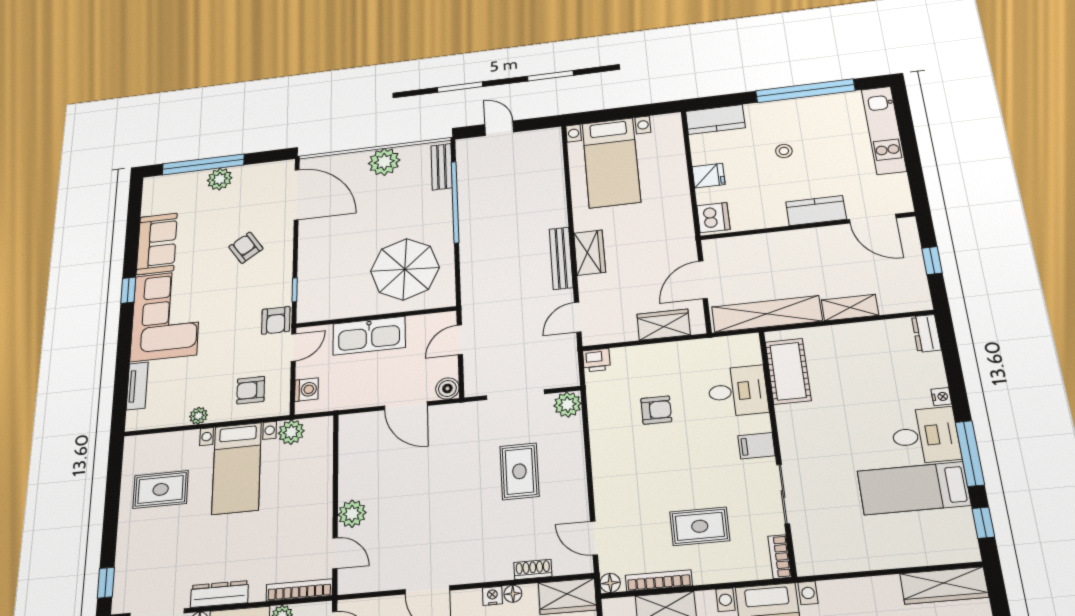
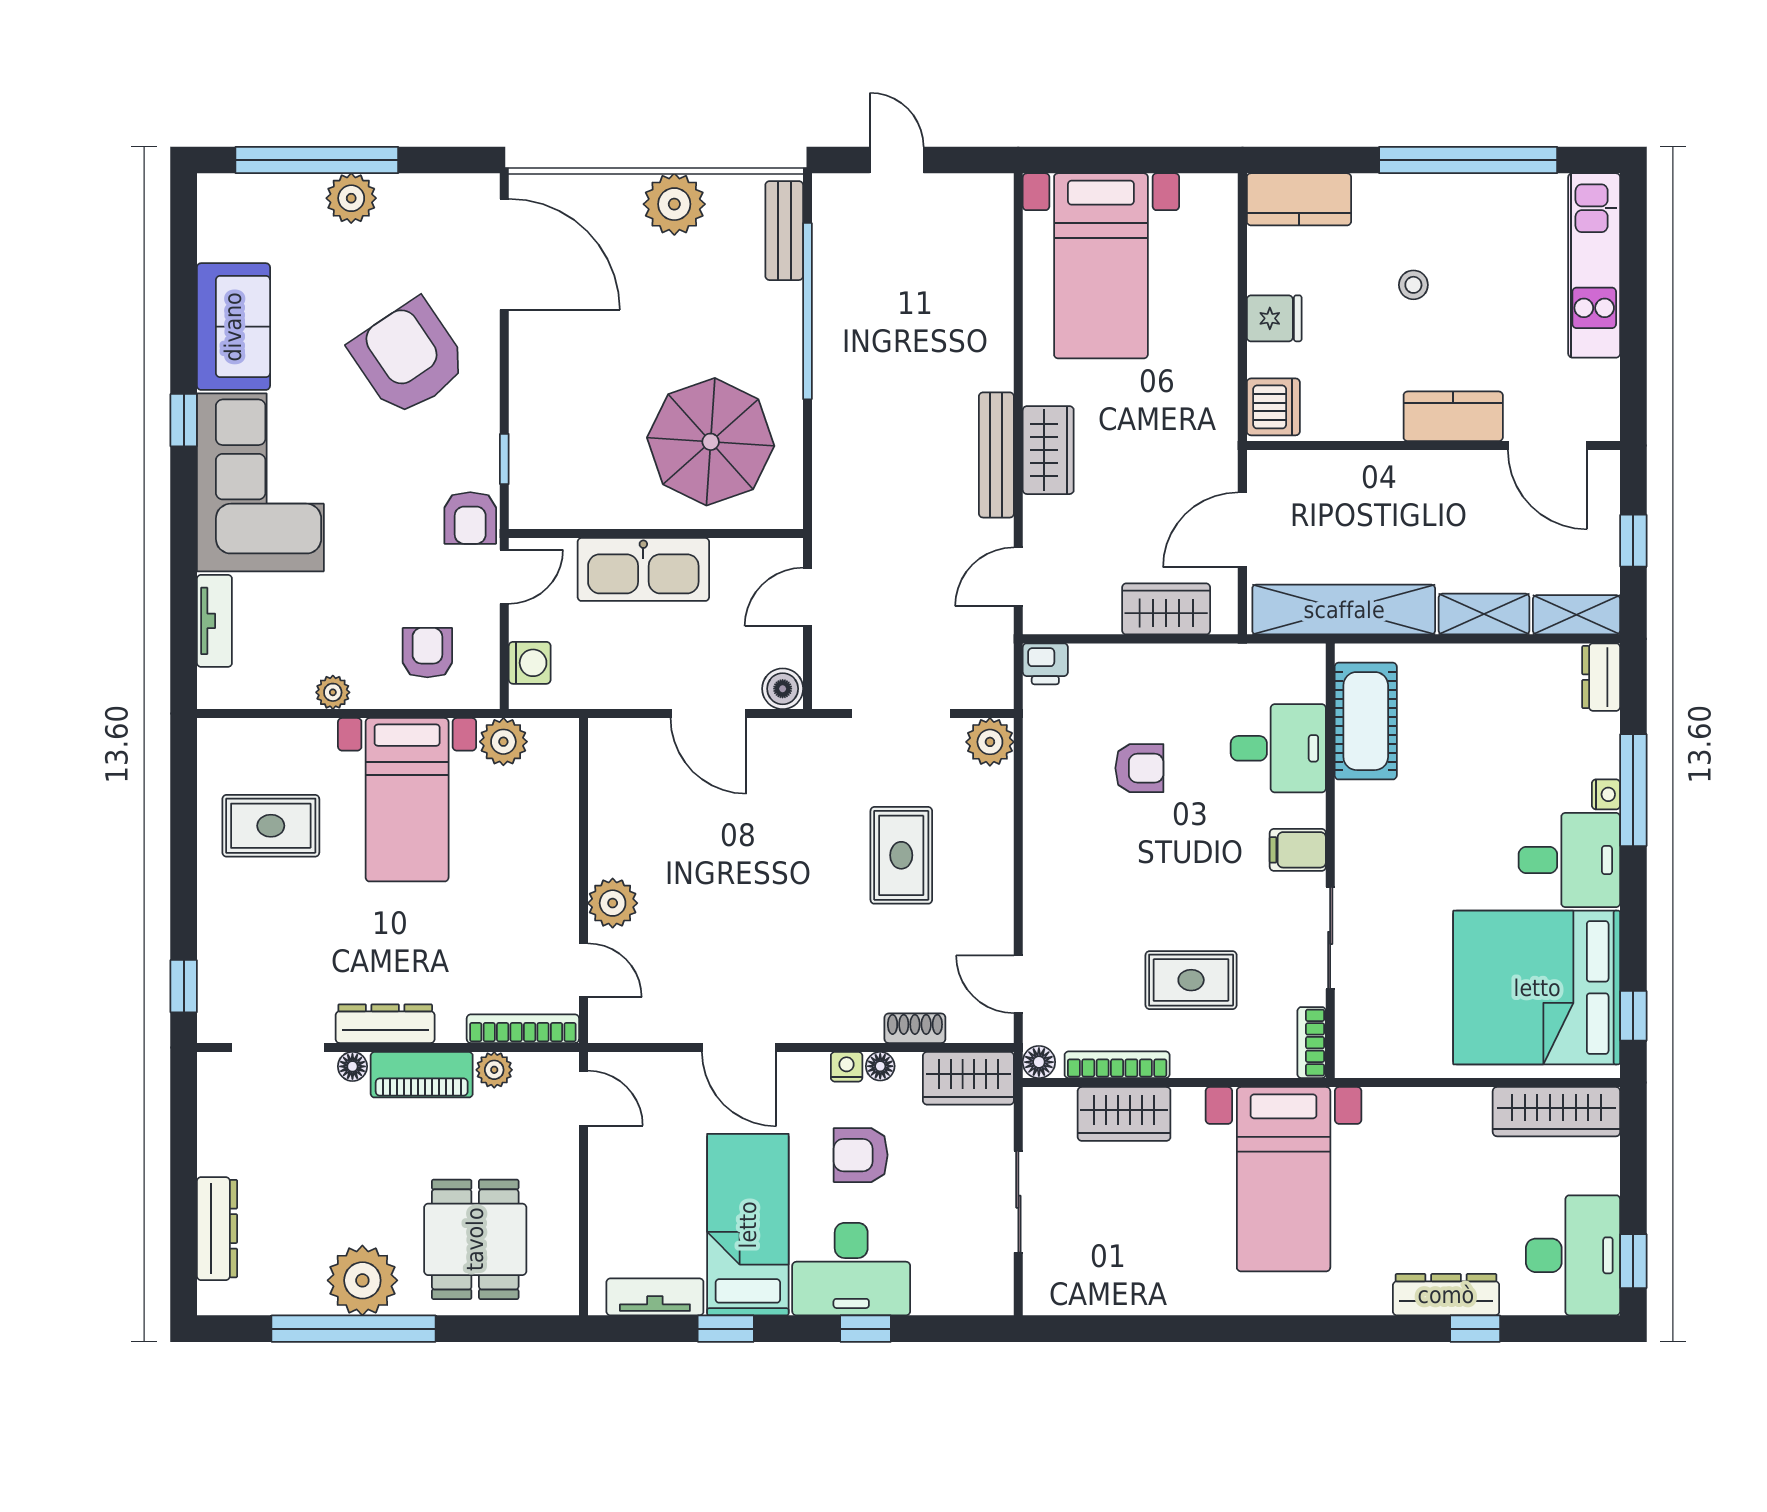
armchair: (246, 248) -> (409, 358), width x1.88, depth x1.88
shelving: (905, 302) -> (1577, 615), added
armchair: (251, 390) -> (427, 653), turned 90
window: (970, 453) -> (1633, 790), moved
bed: (914, 488) -> (1537, 988), width x2.04

